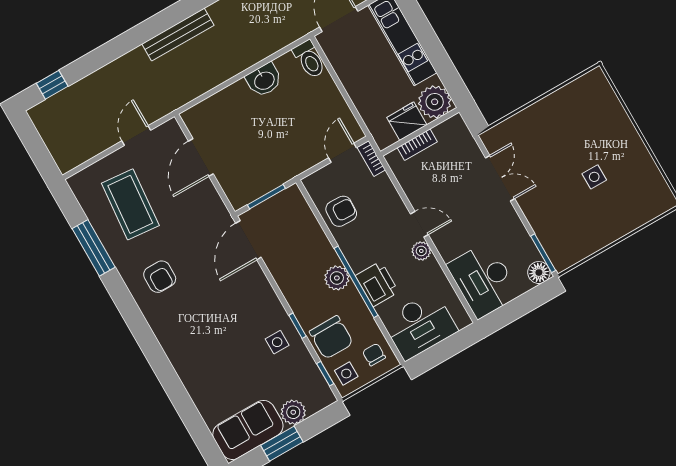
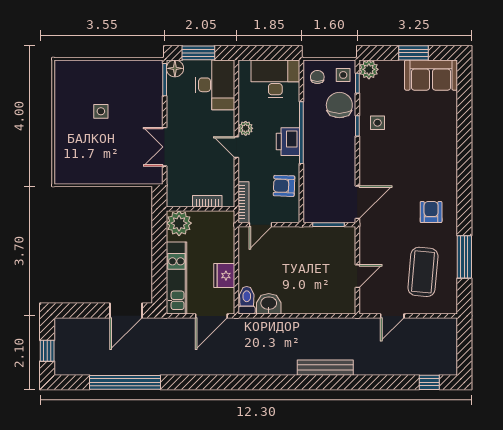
washbasin: (264, 80) -> (269, 304), moved
fridge: (407, 121) -> (224, 276), moved, turned 90
door: (201, 157) -> (357, 276), width x0.73
bookcase: (371, 159) -> (244, 202), width x1.56
plant: (337, 278) -> (313, 143), removed
printer: (377, 284) -> (288, 142), moved
window: (523, 305) -> (198, 53), added
chair: (374, 355) -> (317, 77), turned 180
plant: (293, 412) -> (369, 69), moved

